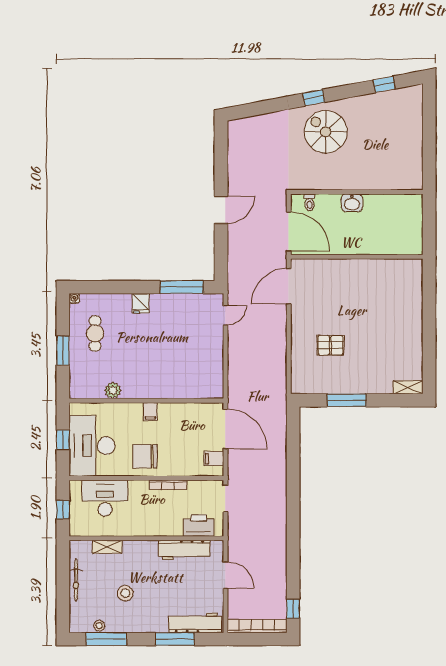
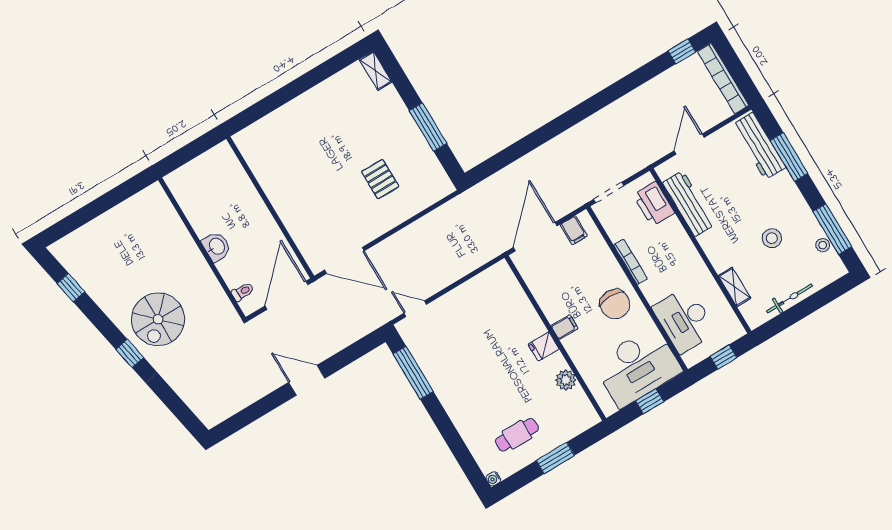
fridge: (141, 303) -> (544, 347), moved, turned 180

